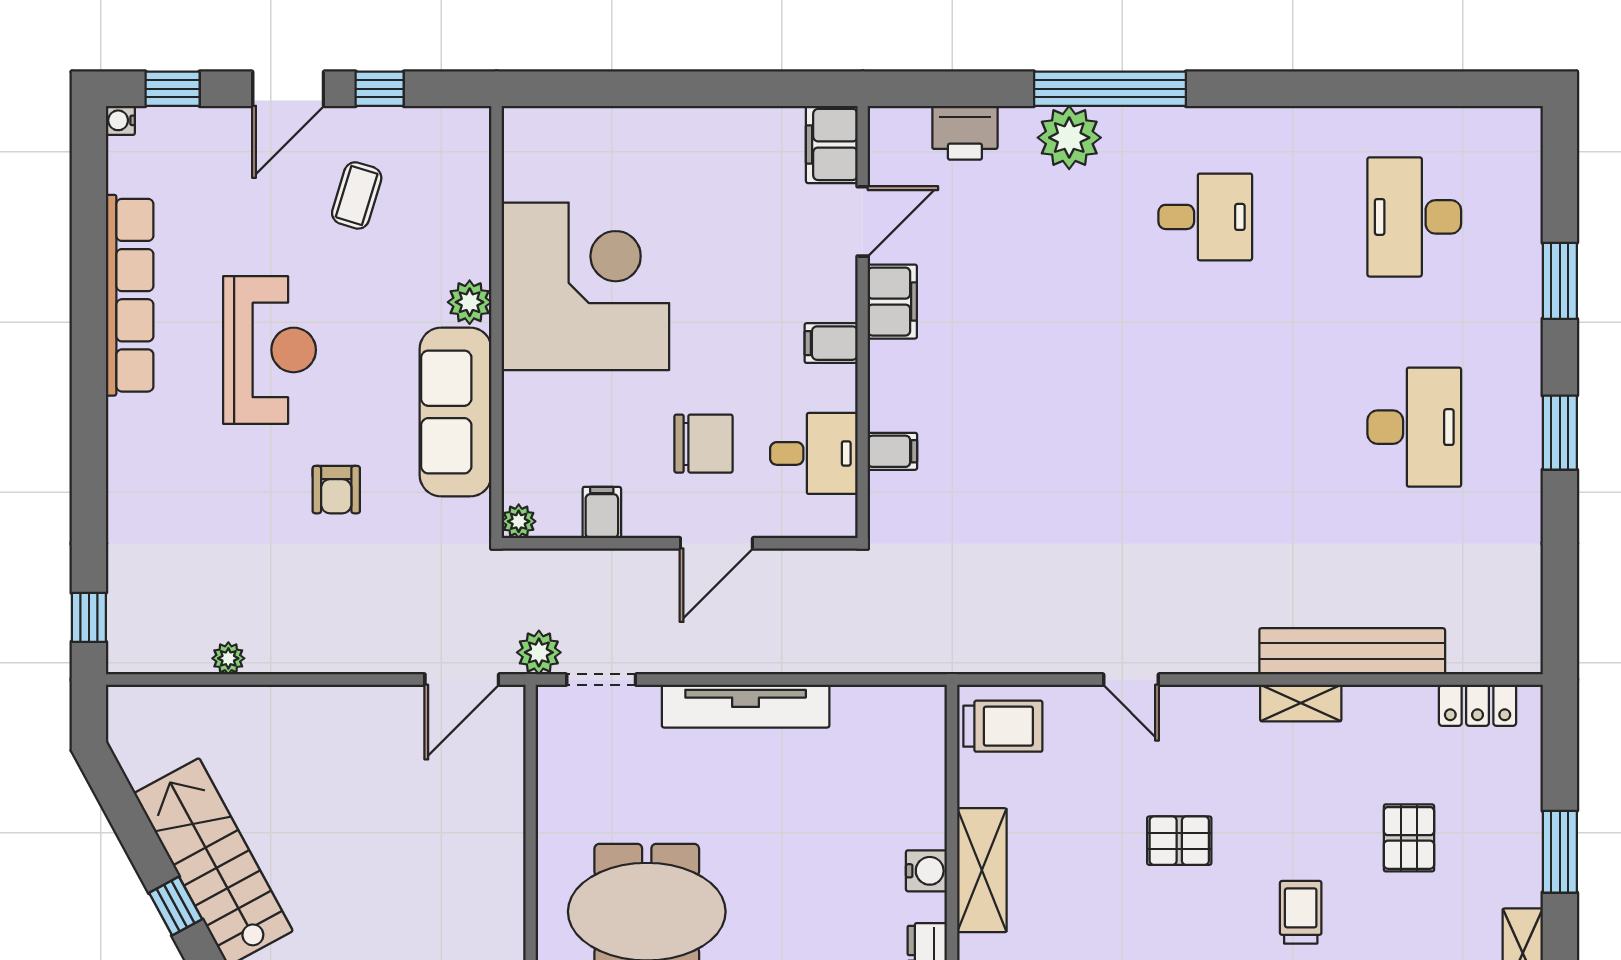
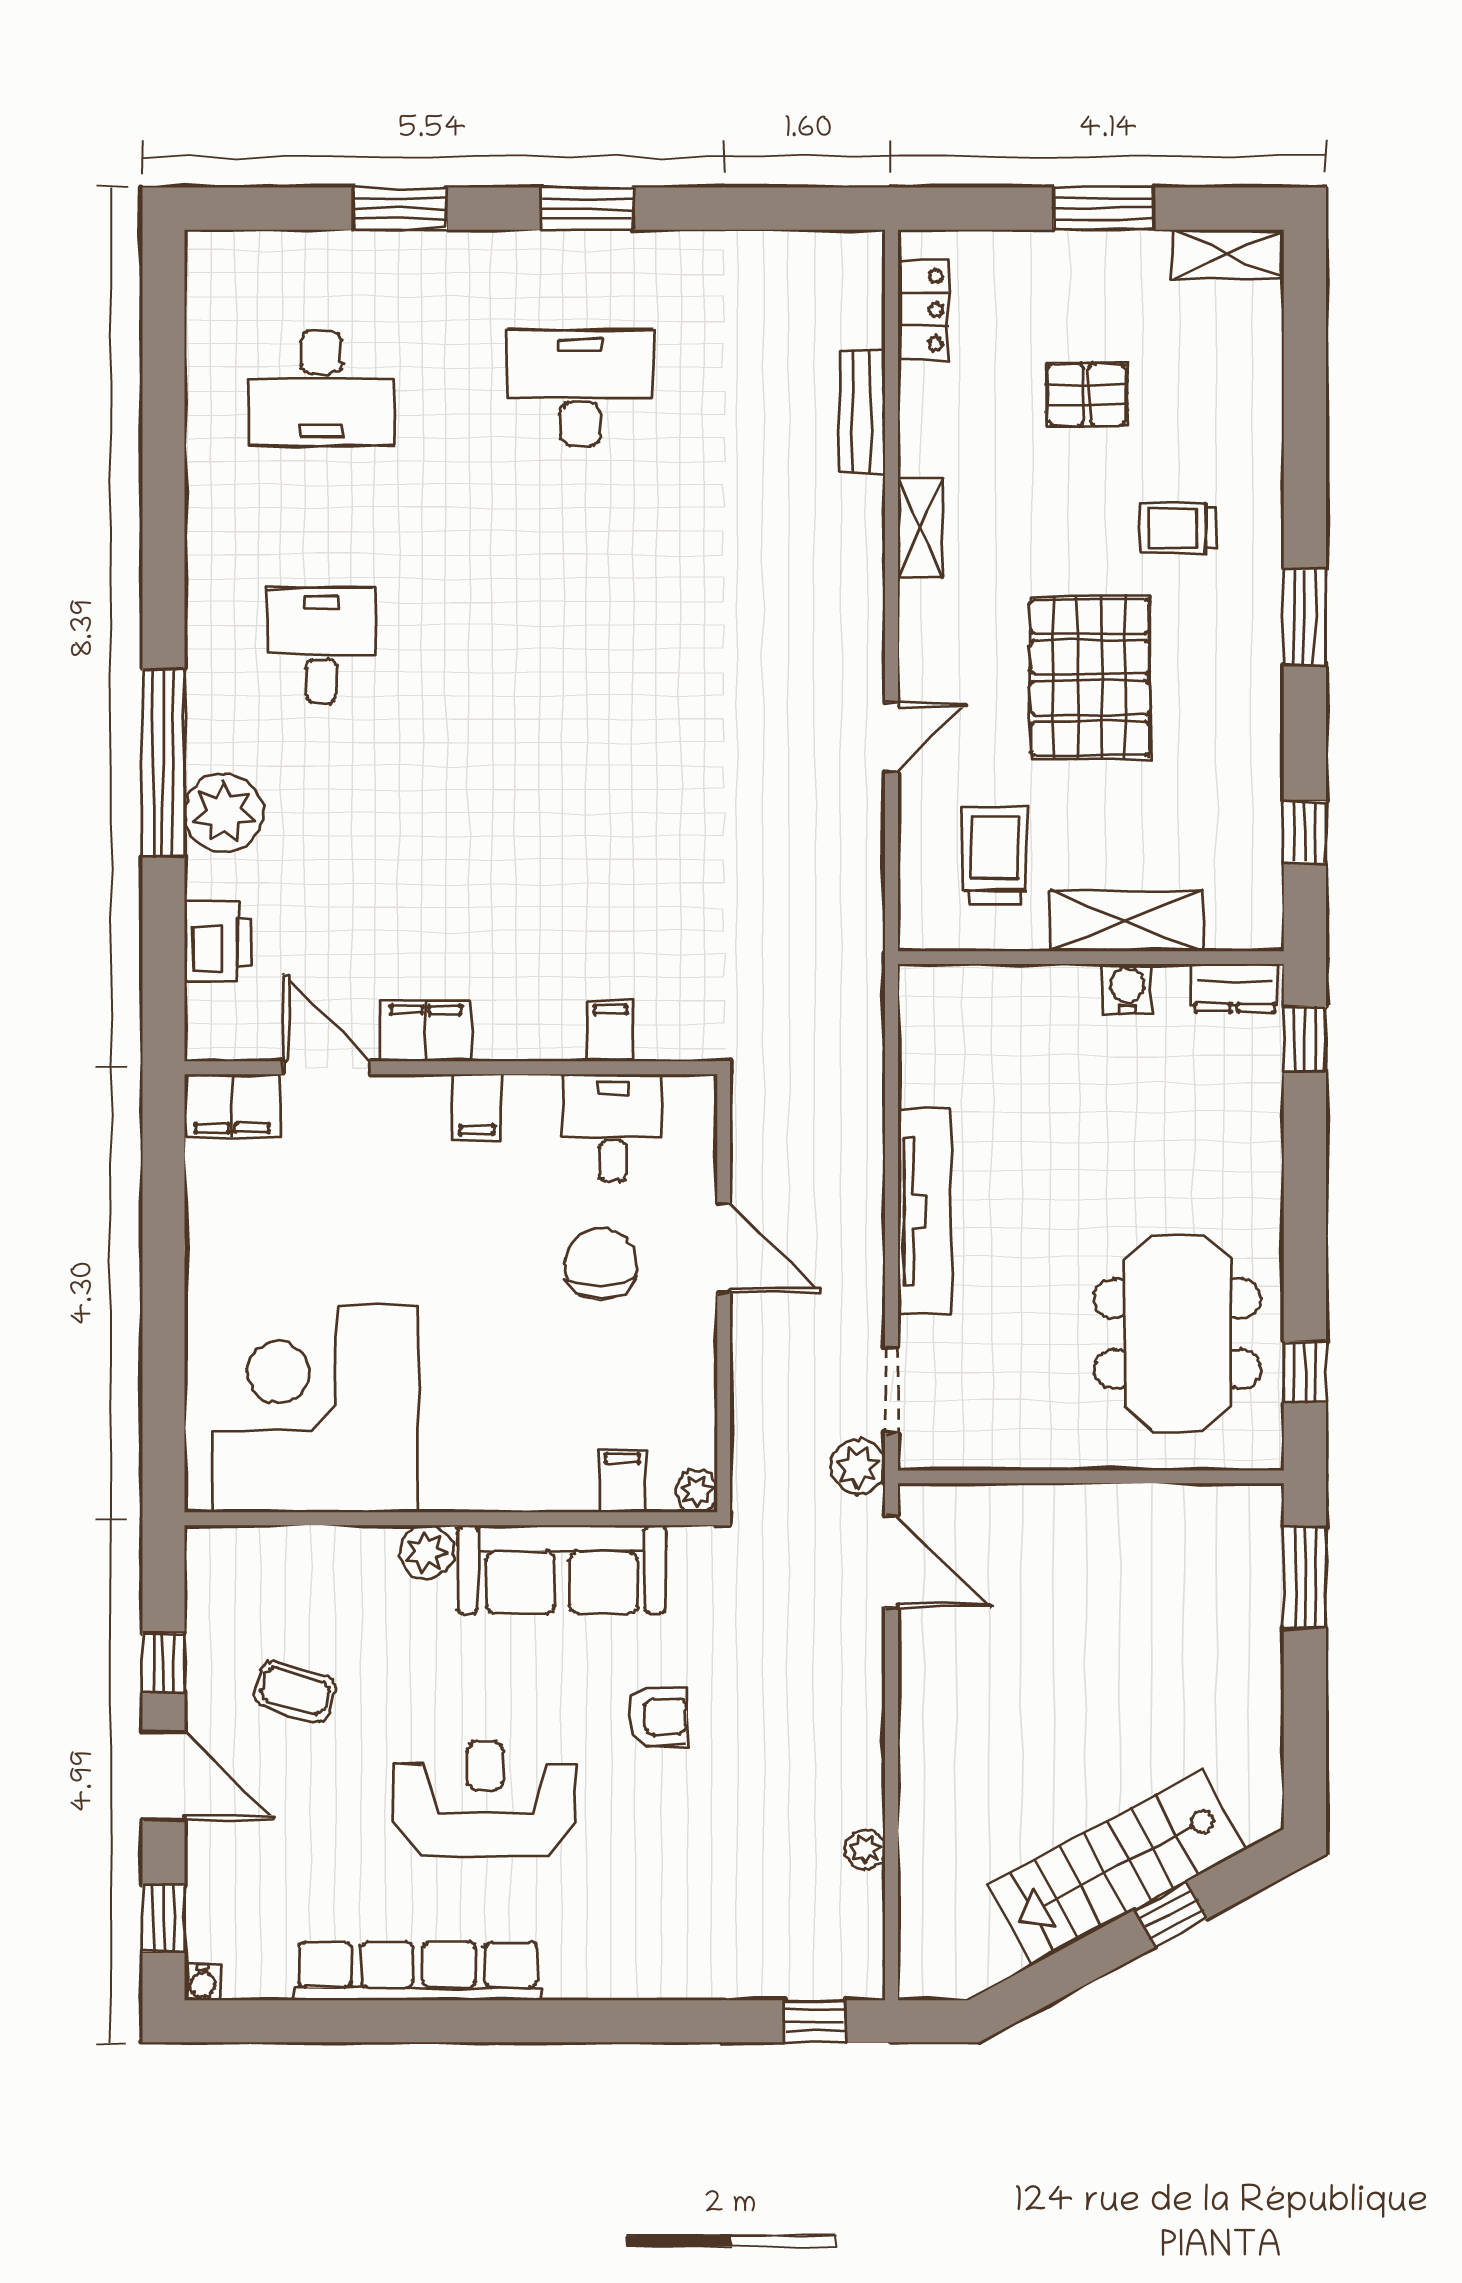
corner desk: (585, 286) -> (315, 1409), moved
filing cabinet: (602, 513) -> (623, 1481), moved, turned 90
bench: (1352, 651) -> (862, 411), width x0.54, depth x0.82
trolley: (1003, 726) -> (995, 855), moved
pallet: (1179, 841) -> (1090, 678), width x2.05, depth x2.00

